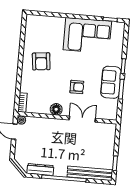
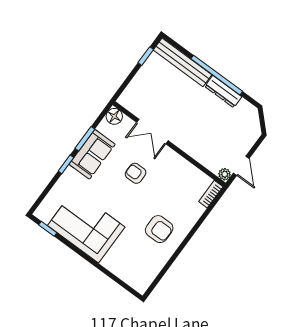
armchair: (41, 61) -> (159, 229), turned 96
floor lamp: (56, 109) -> (114, 116), moved
dresser: (40, 170) -> (223, 92), moved

